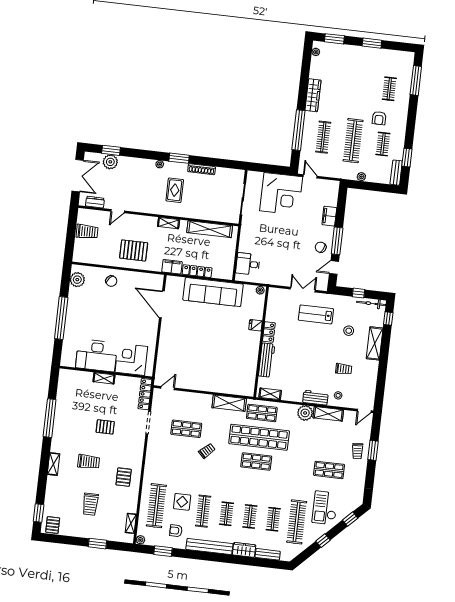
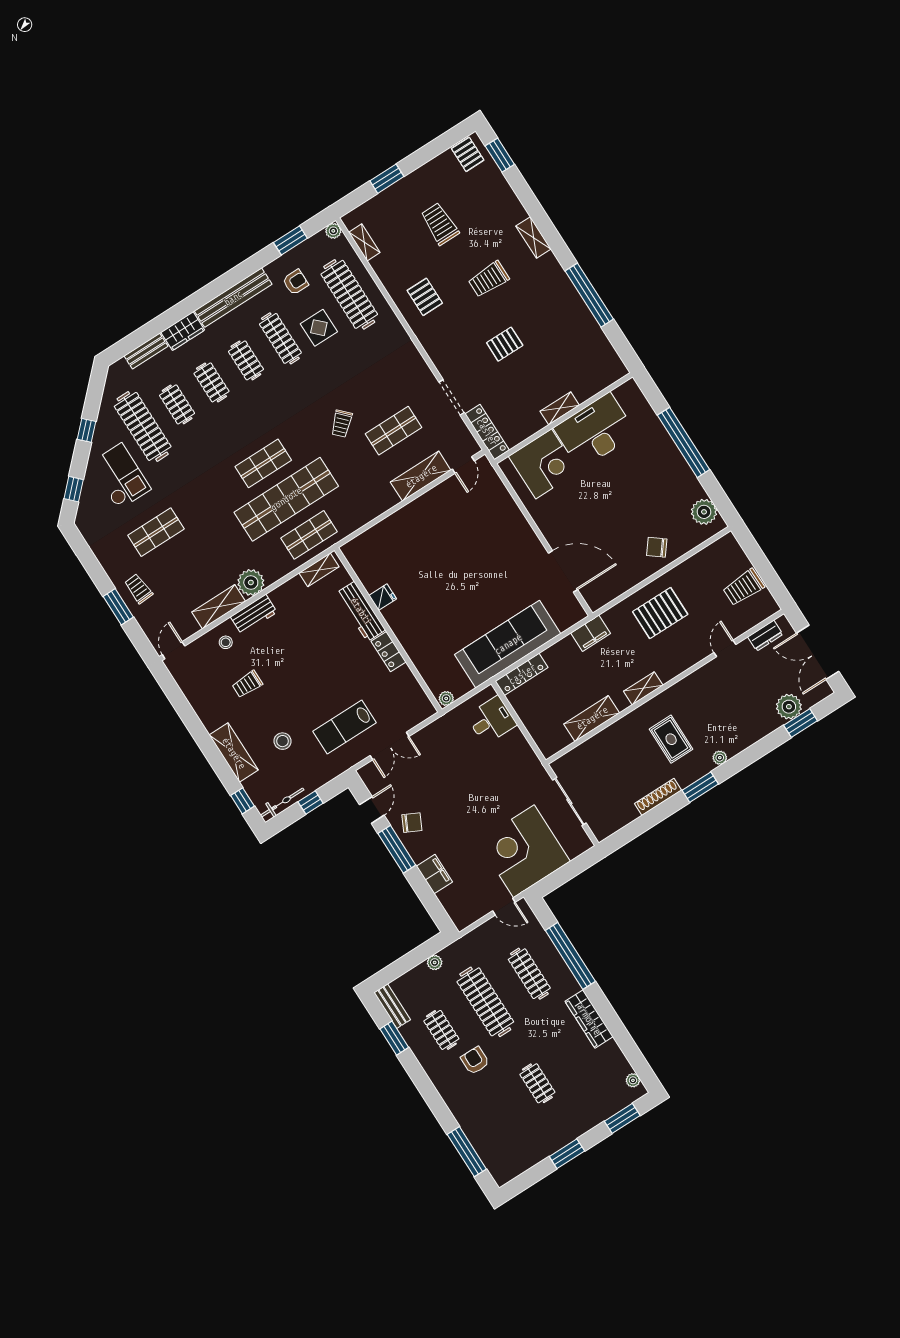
clothes rail: (389, 89) -> (537, 1083), moved
shelving: (210, 229) -> (592, 718), width x0.68
locker: (197, 271) -> (522, 674), moved
lab bench: (316, 314) -> (344, 727), turned 180
fridge: (255, 325) -> (383, 597), moved
shelving: (229, 403) -> (421, 476), moved

